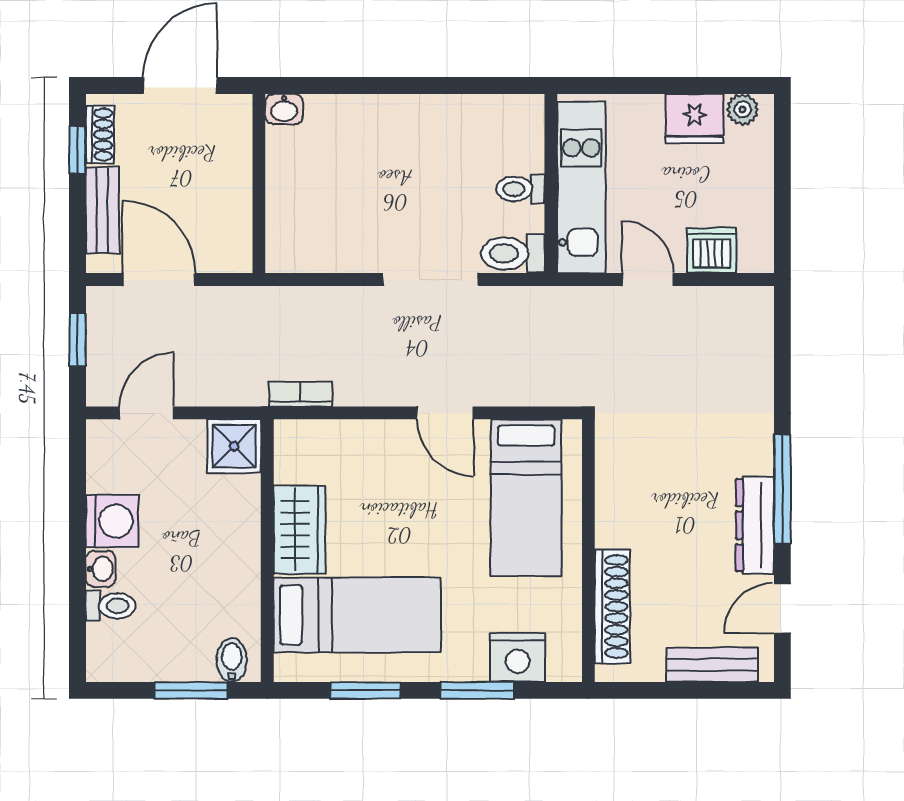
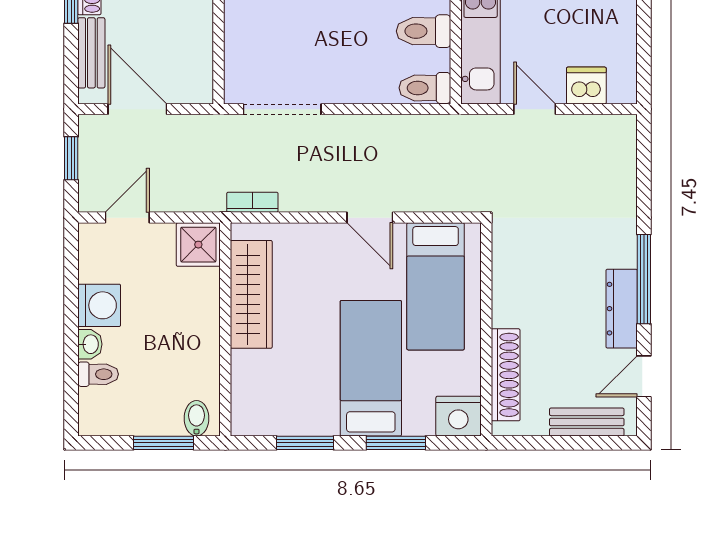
toilet: (521, 189) -> (424, 31), width x1.37, depth x1.39
doorway: (431, 280) -> (282, 109), moved
wardrobe: (299, 530) -> (251, 294), width x1.50
bed: (357, 615) -> (371, 368), moved, turned -90
nightstand: (518, 657) -> (458, 416), moved

